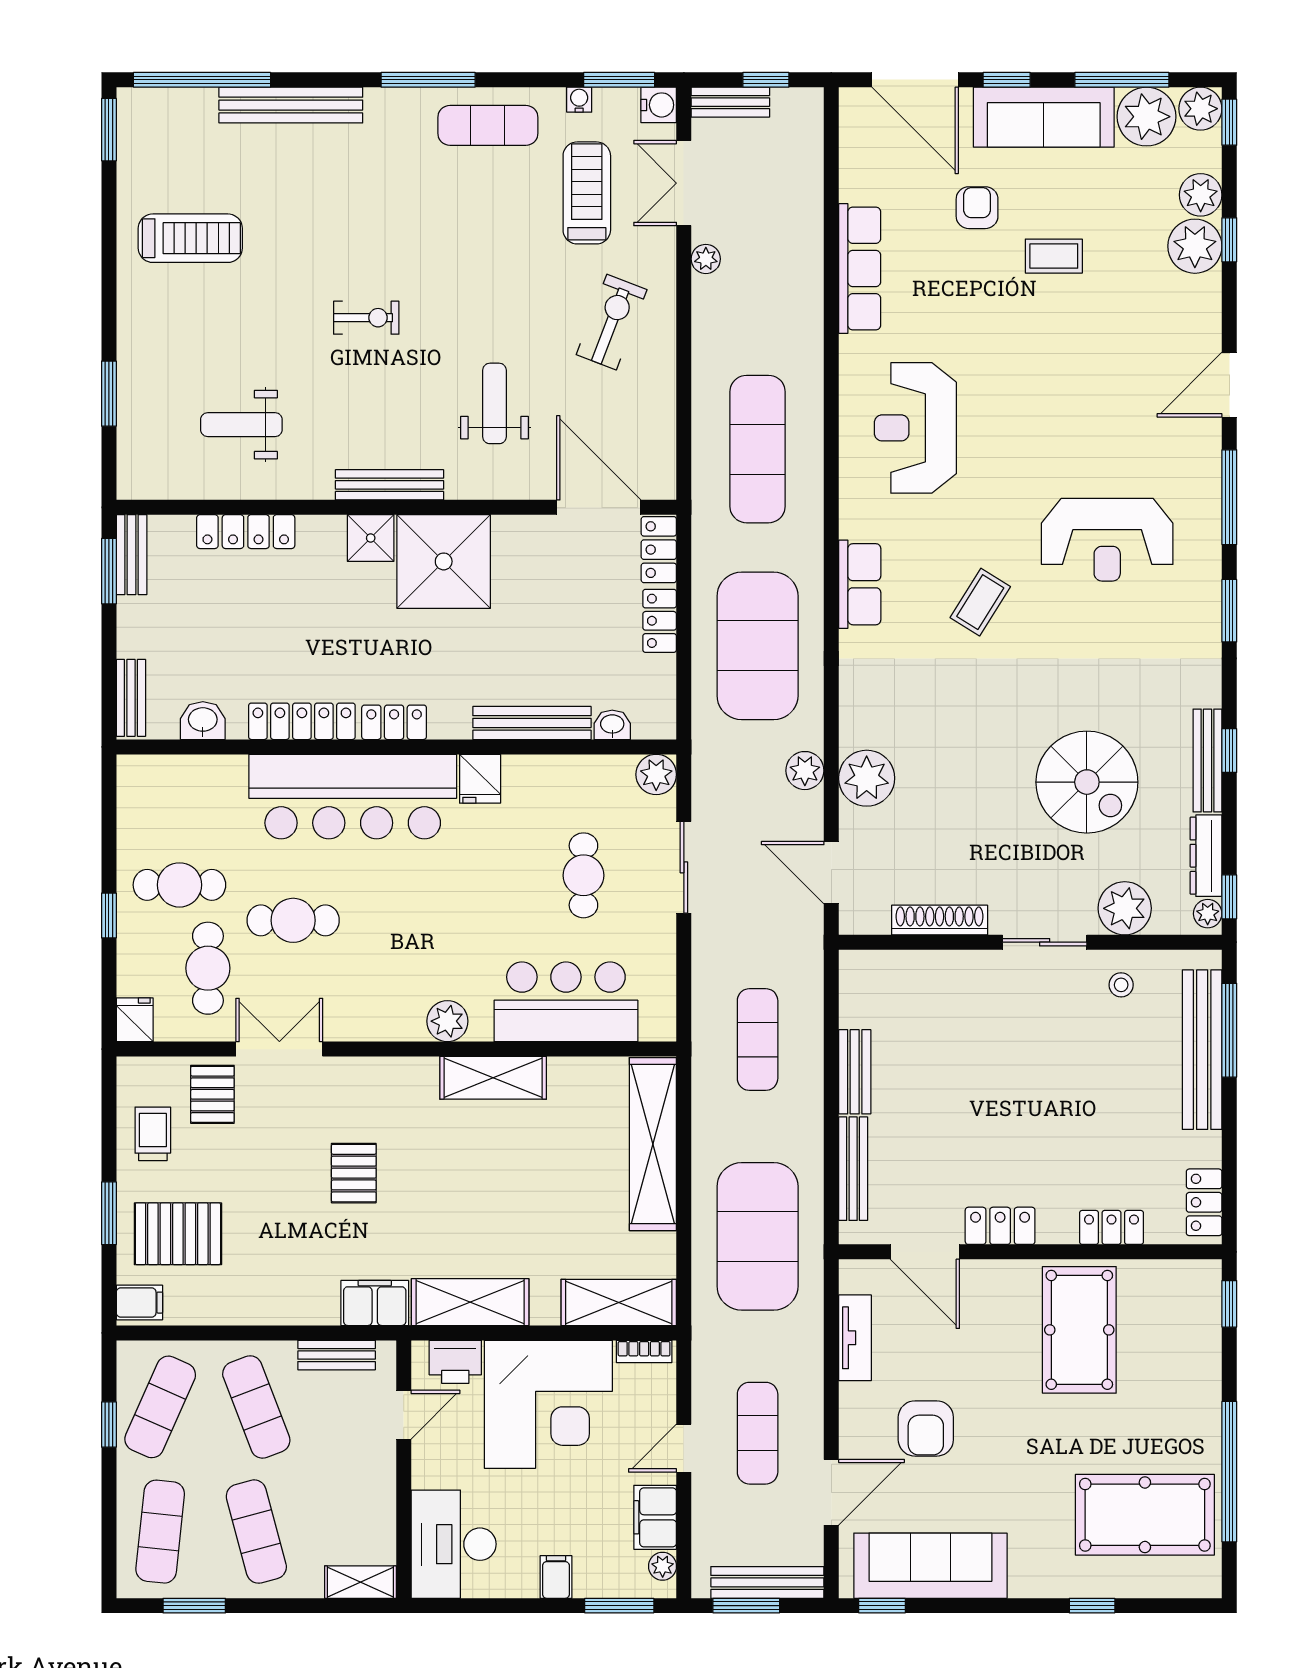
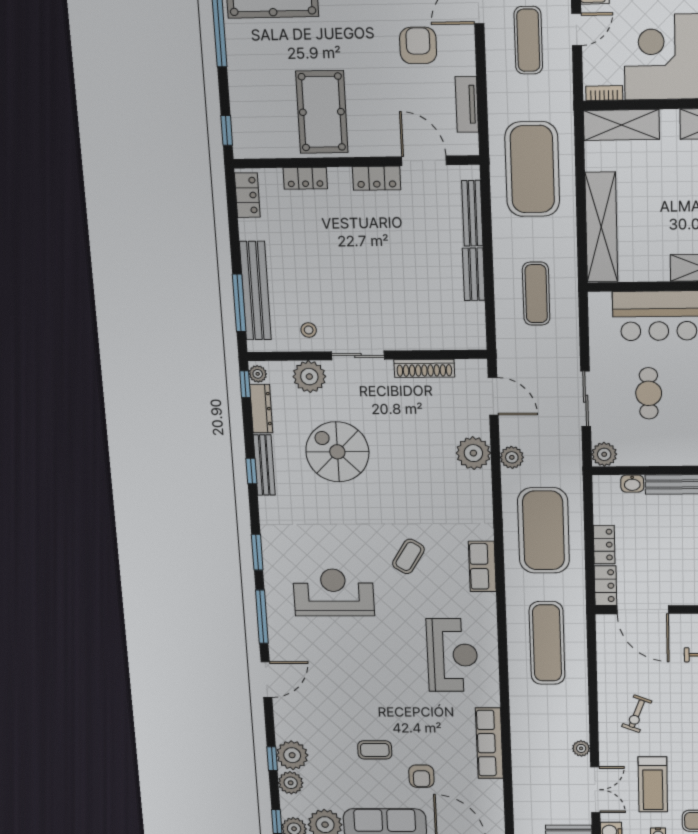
exercise bike: (612, 322) -> (637, 714), width x0.73, depth x0.72

